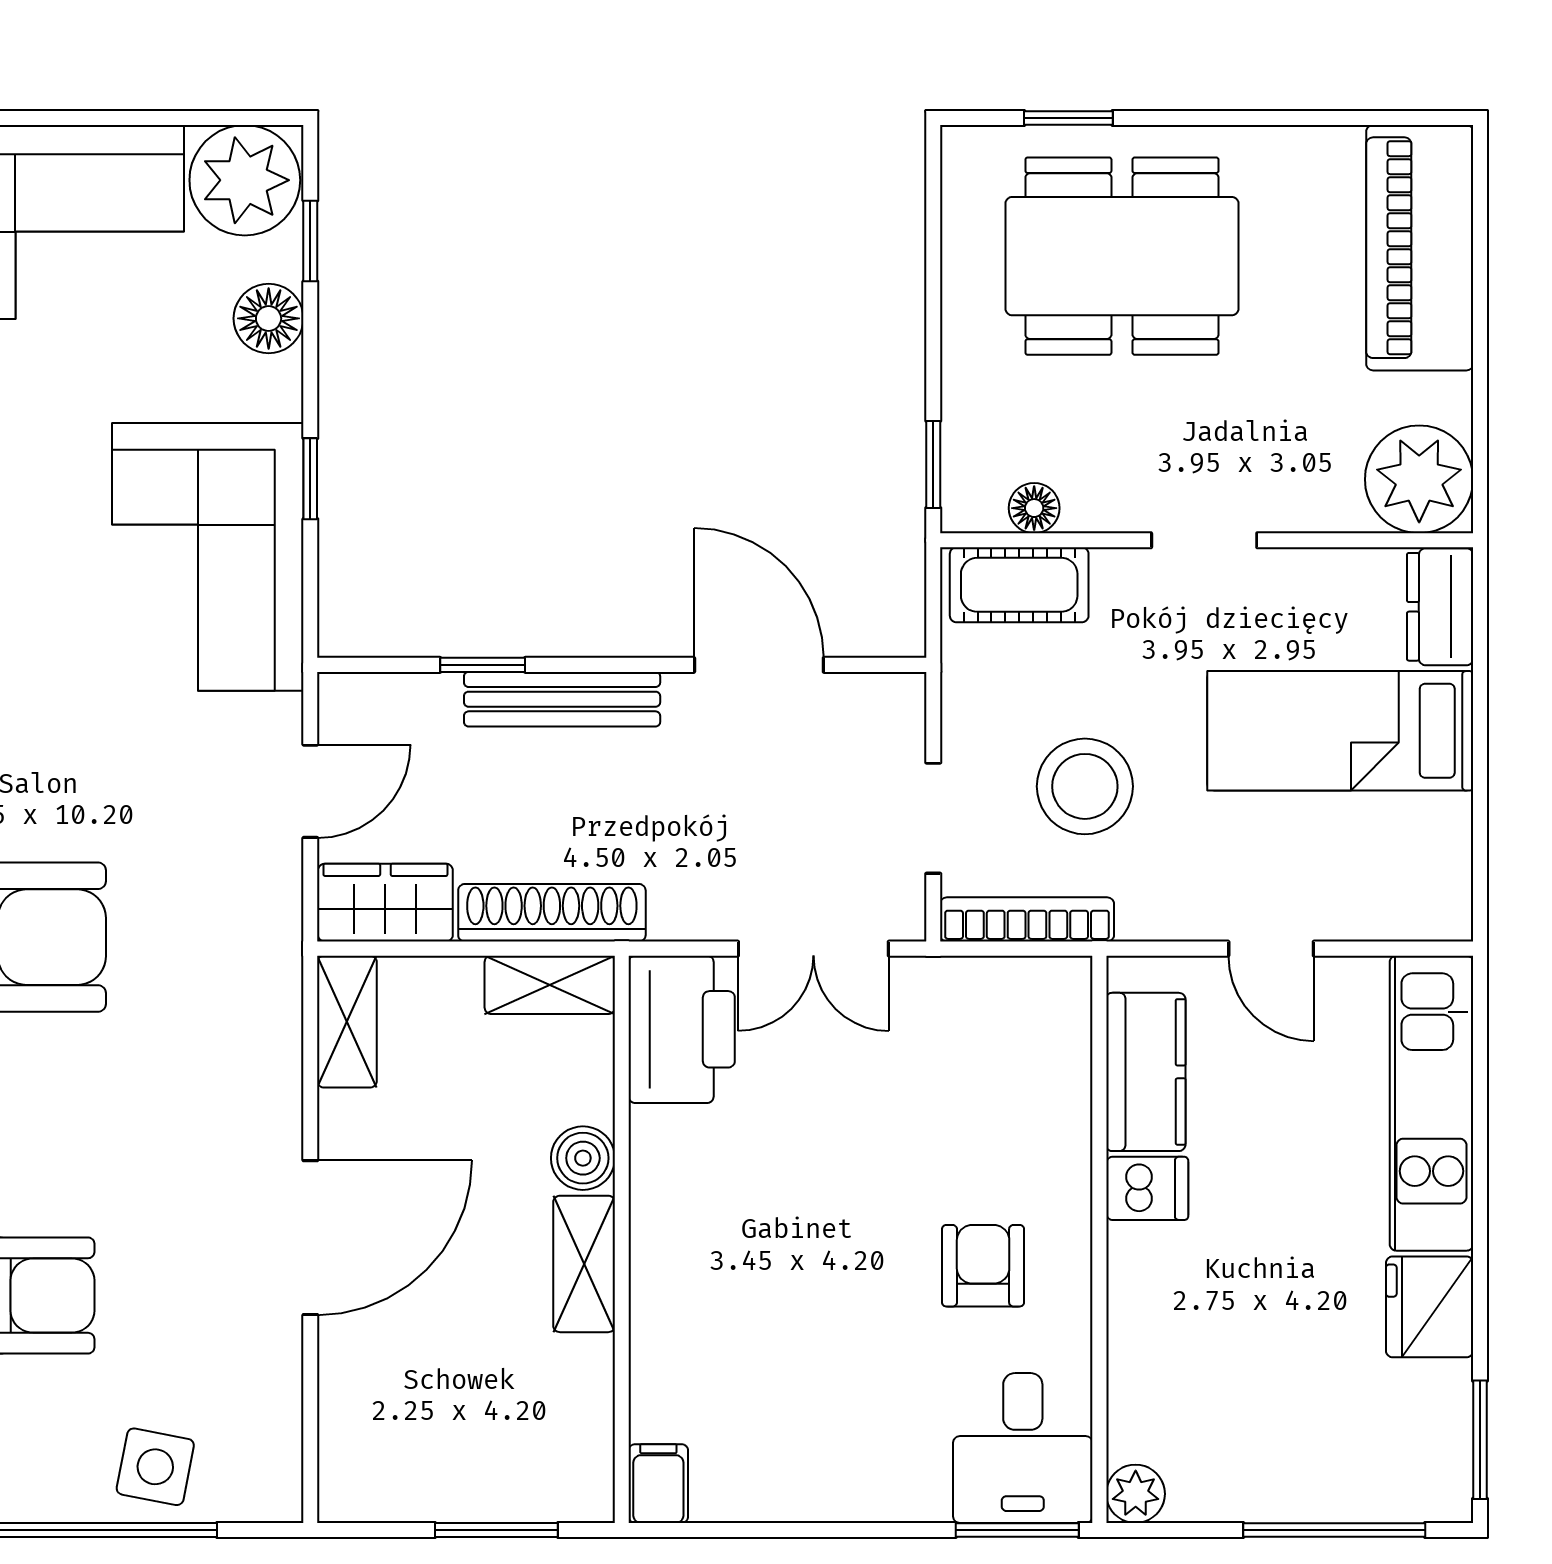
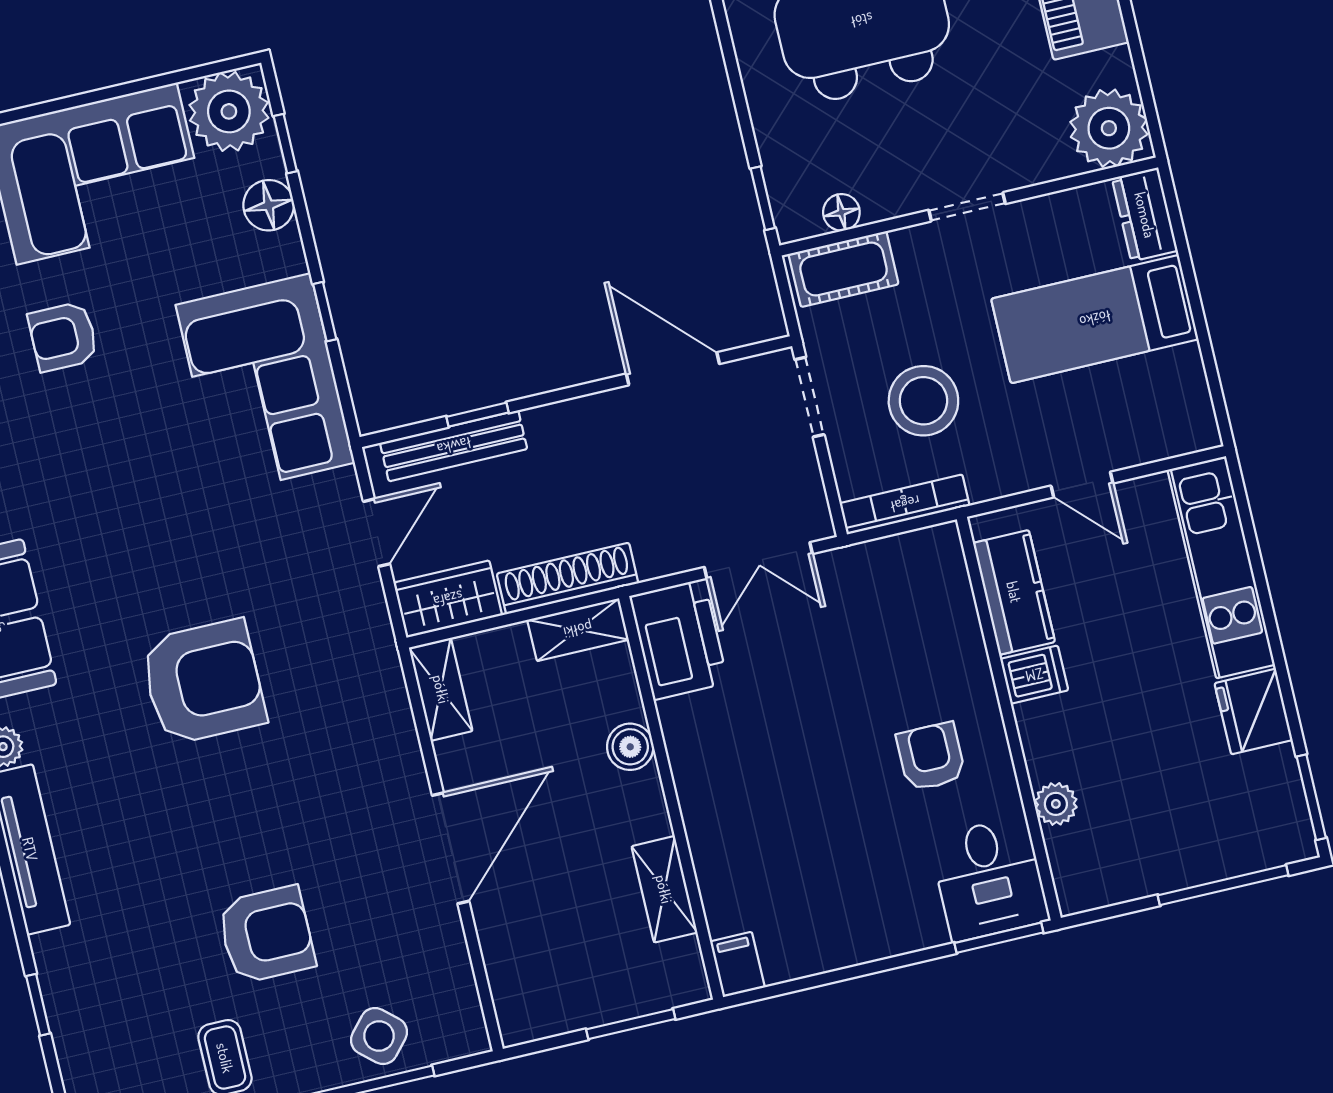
bench: (562, 699) -> (454, 446), moved
doorway: (933, 818) -> (809, 397), moved
shelving: (584, 1264) -> (664, 889), moved
side table: (155, 1467) -> (379, 1036), turned 30
plant: (1136, 1494) -> (1056, 804), moved

